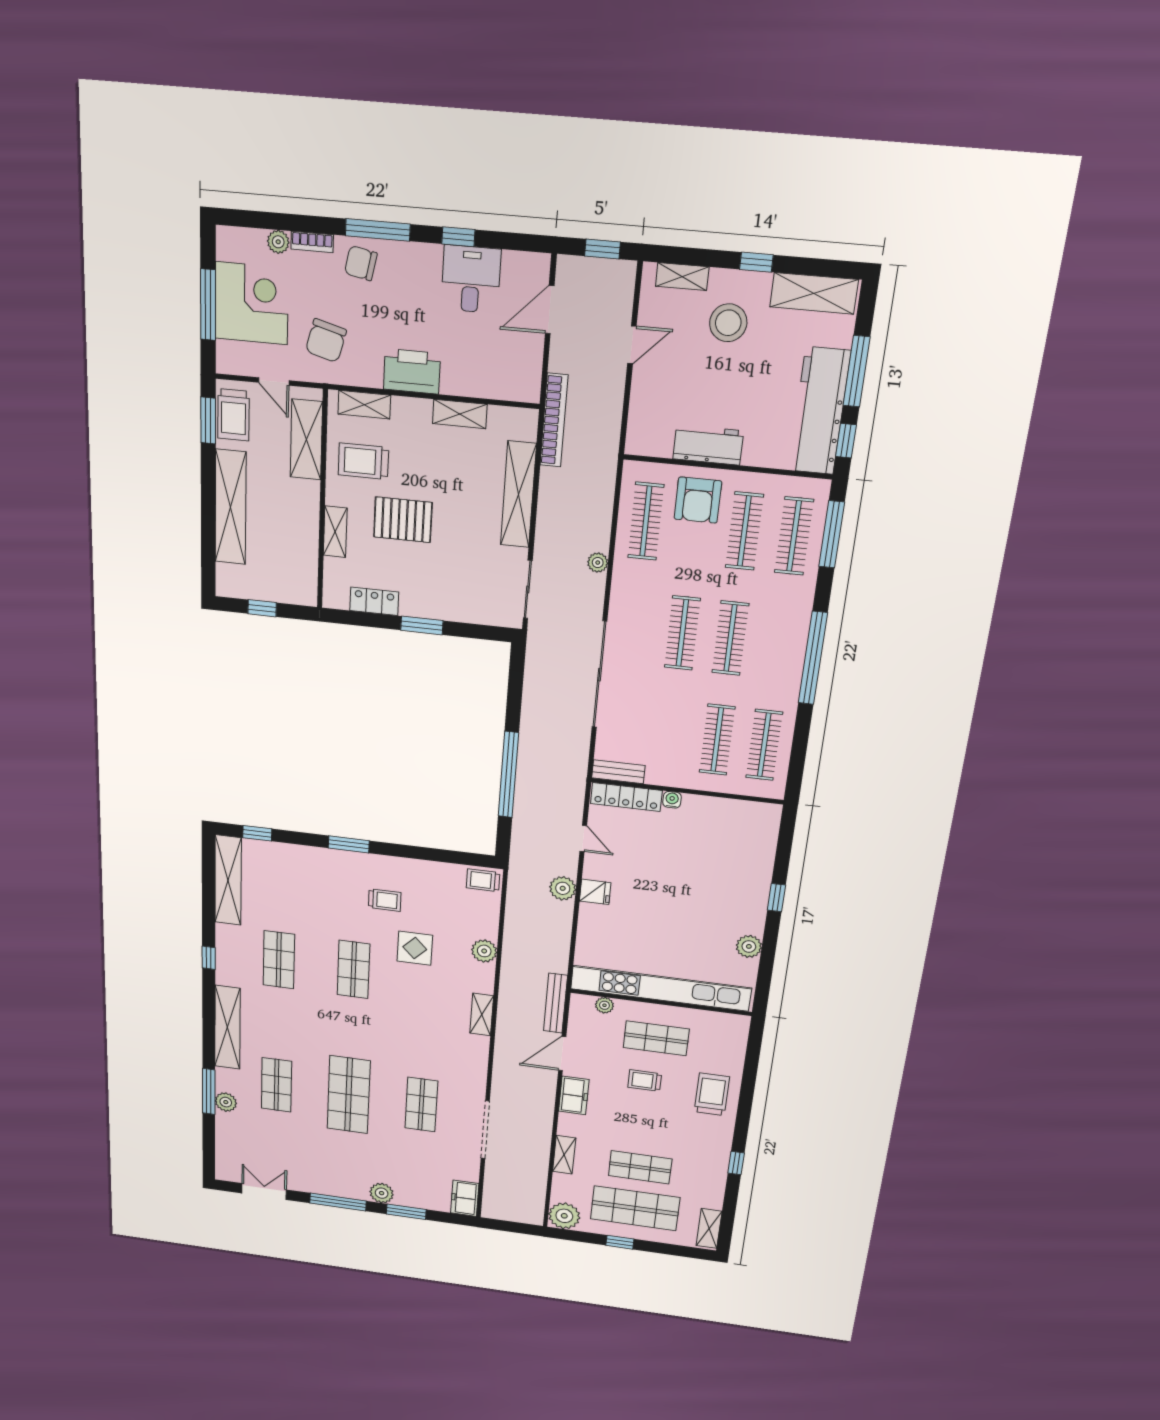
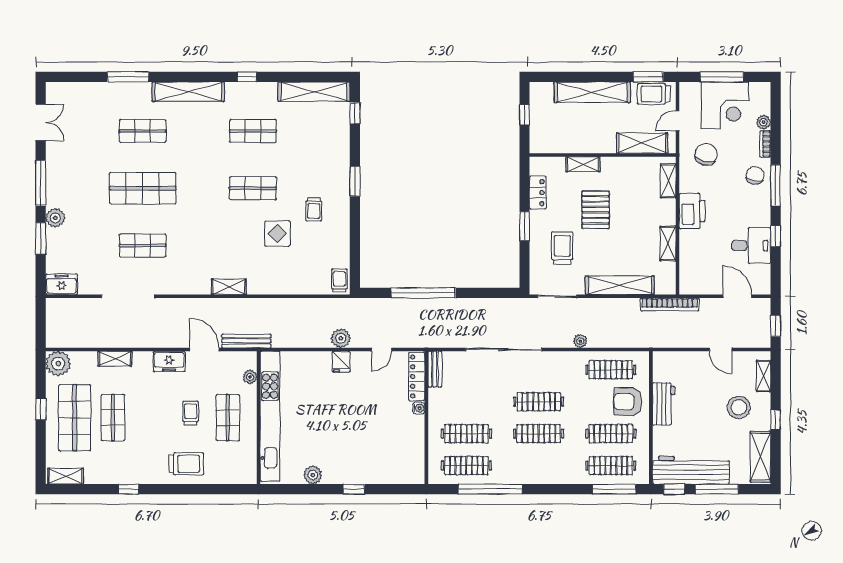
chair: (326, 341) -> (706, 154), turned 89
trolley: (363, 461) -> (562, 248), moved
window: (813, 658) -> (490, 489), moved
plant: (484, 951) -> (282, 285), removed
plant: (226, 1102) -> (120, 91), removed

